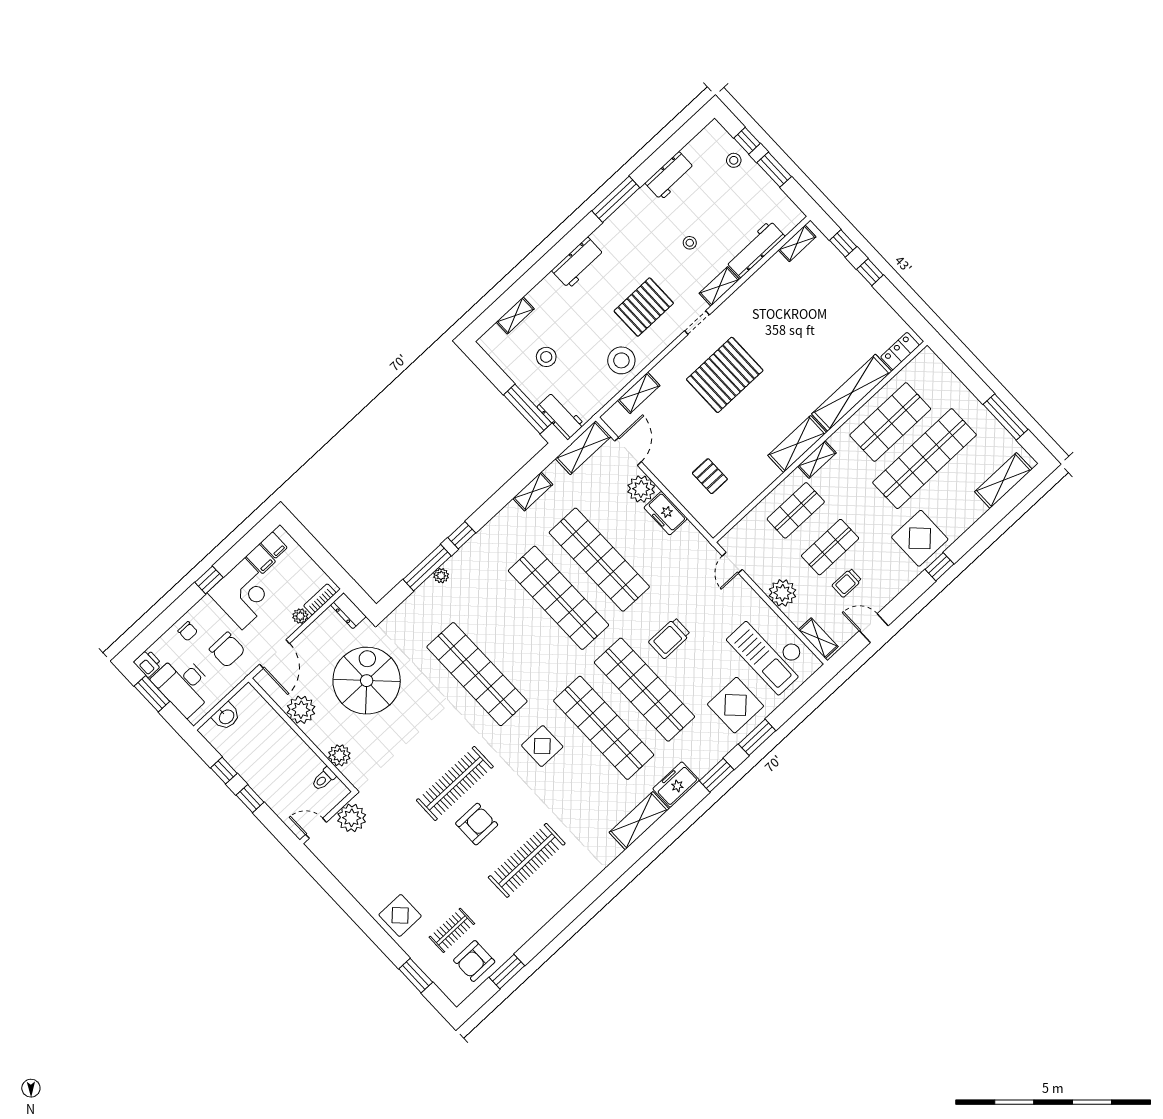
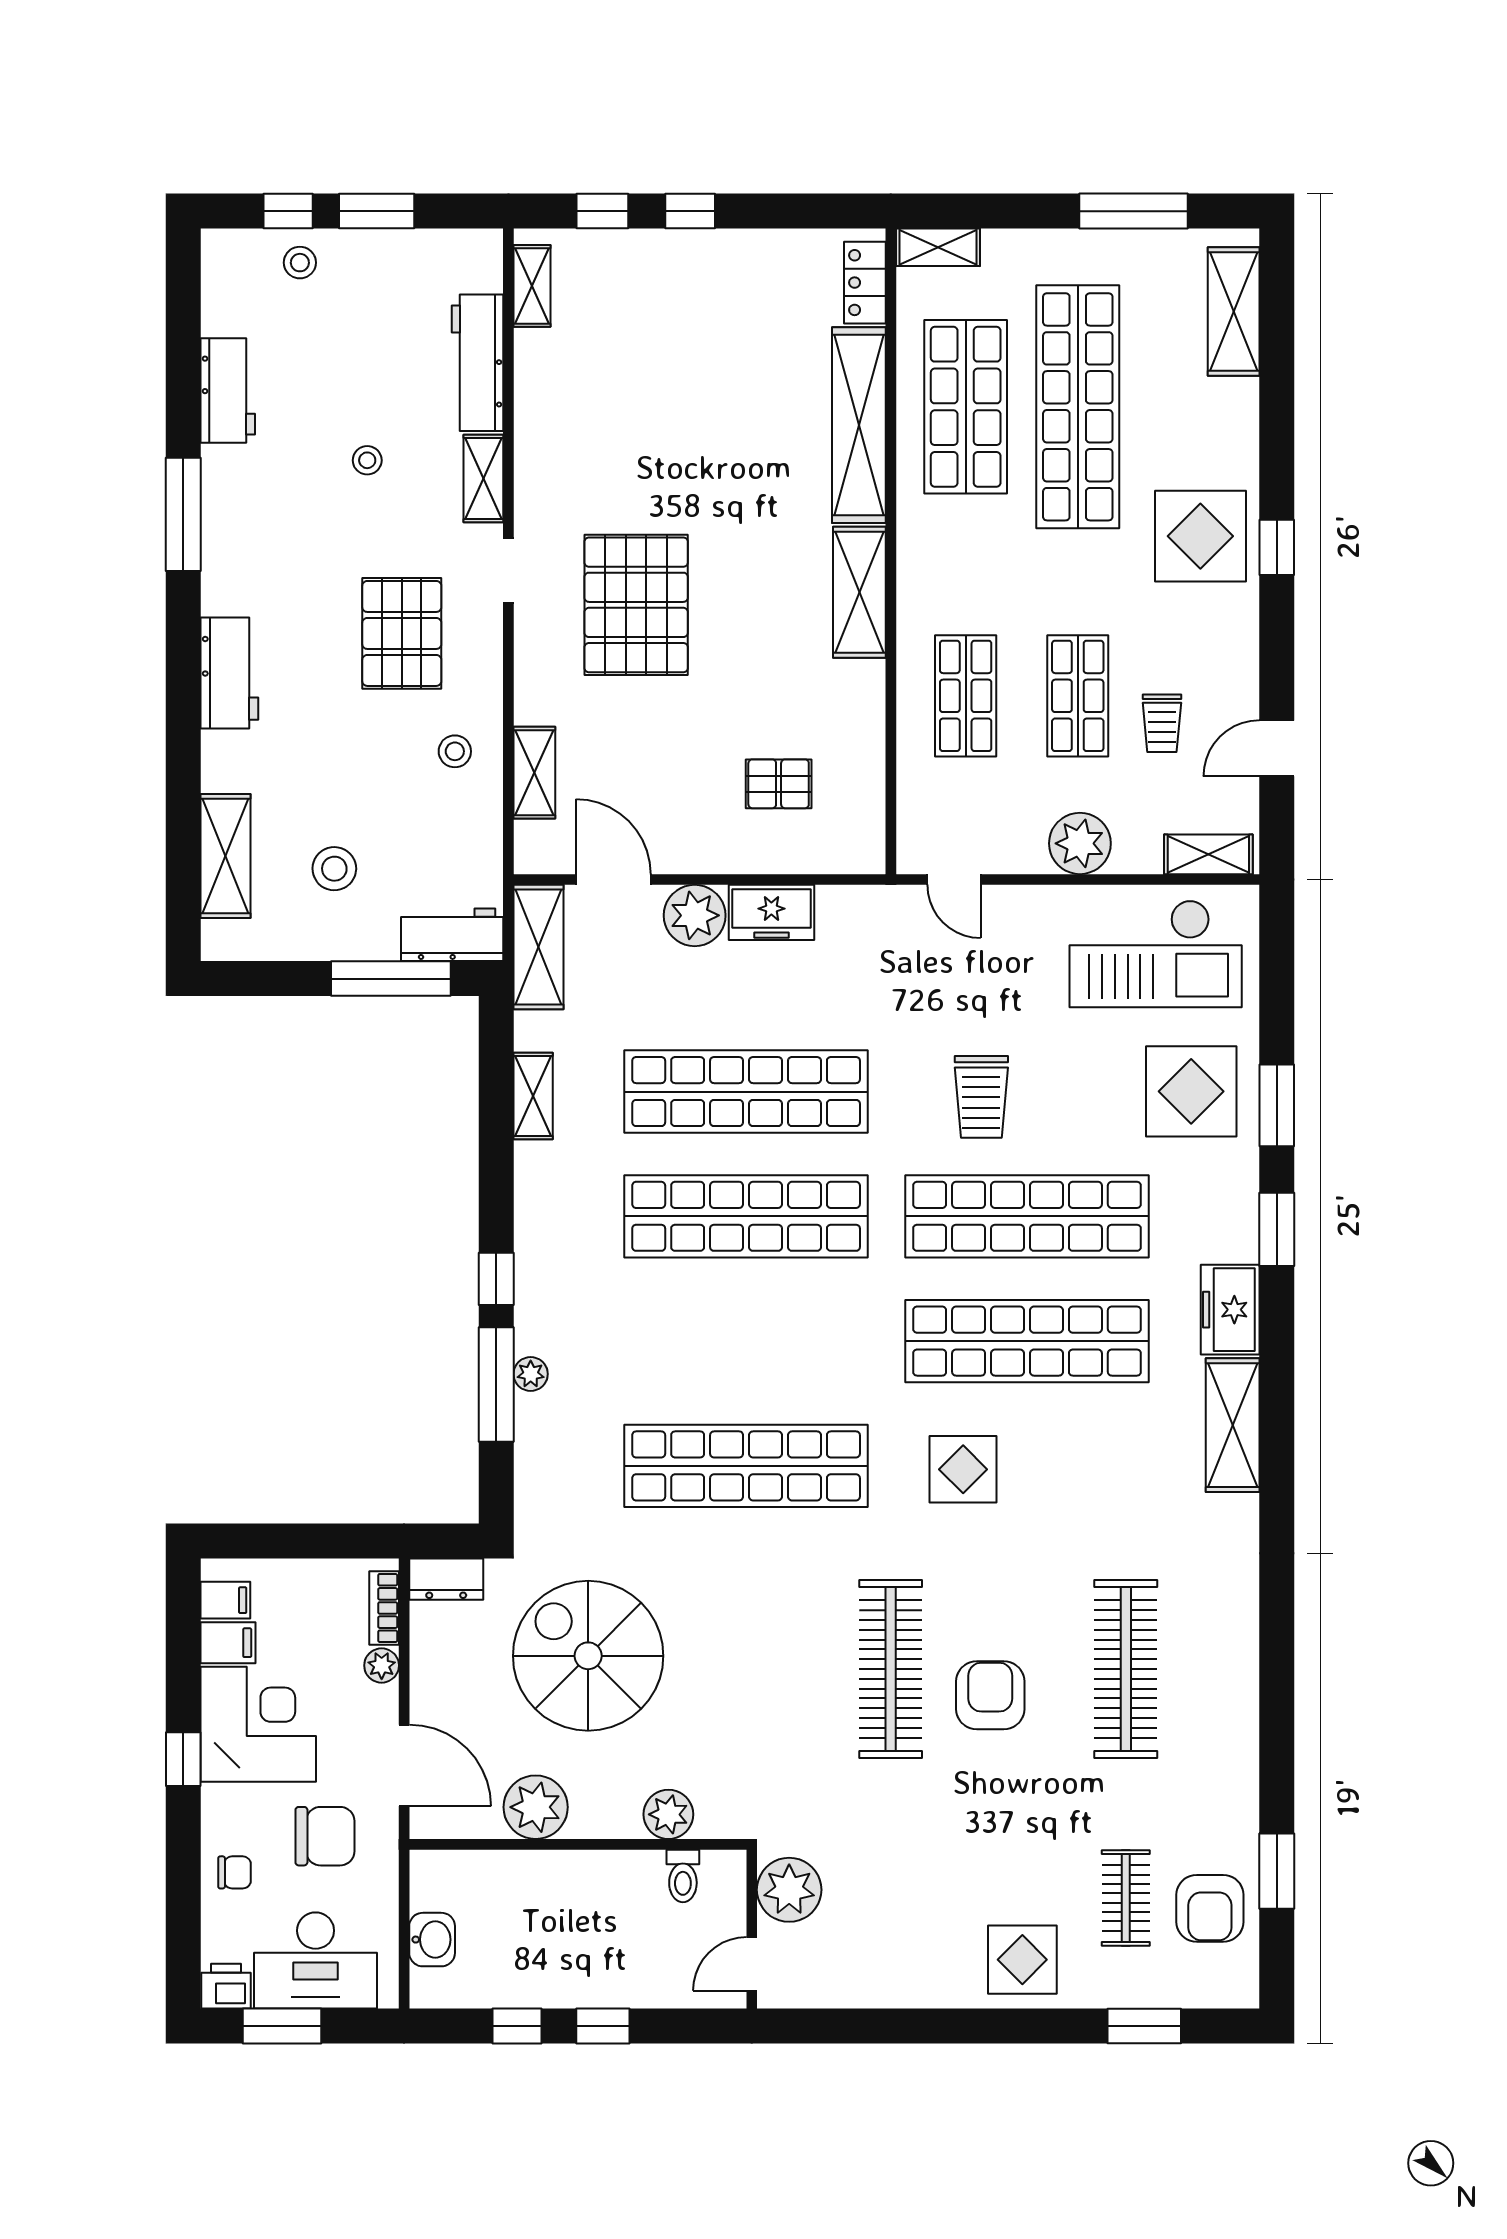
shelving: (515, 315) -> (225, 856), width x1.50, depth x1.33
stool: (621, 360) -> (455, 751), width x0.53, depth x0.53
shelving: (817, 459) -> (938, 247), moved, turned 90

